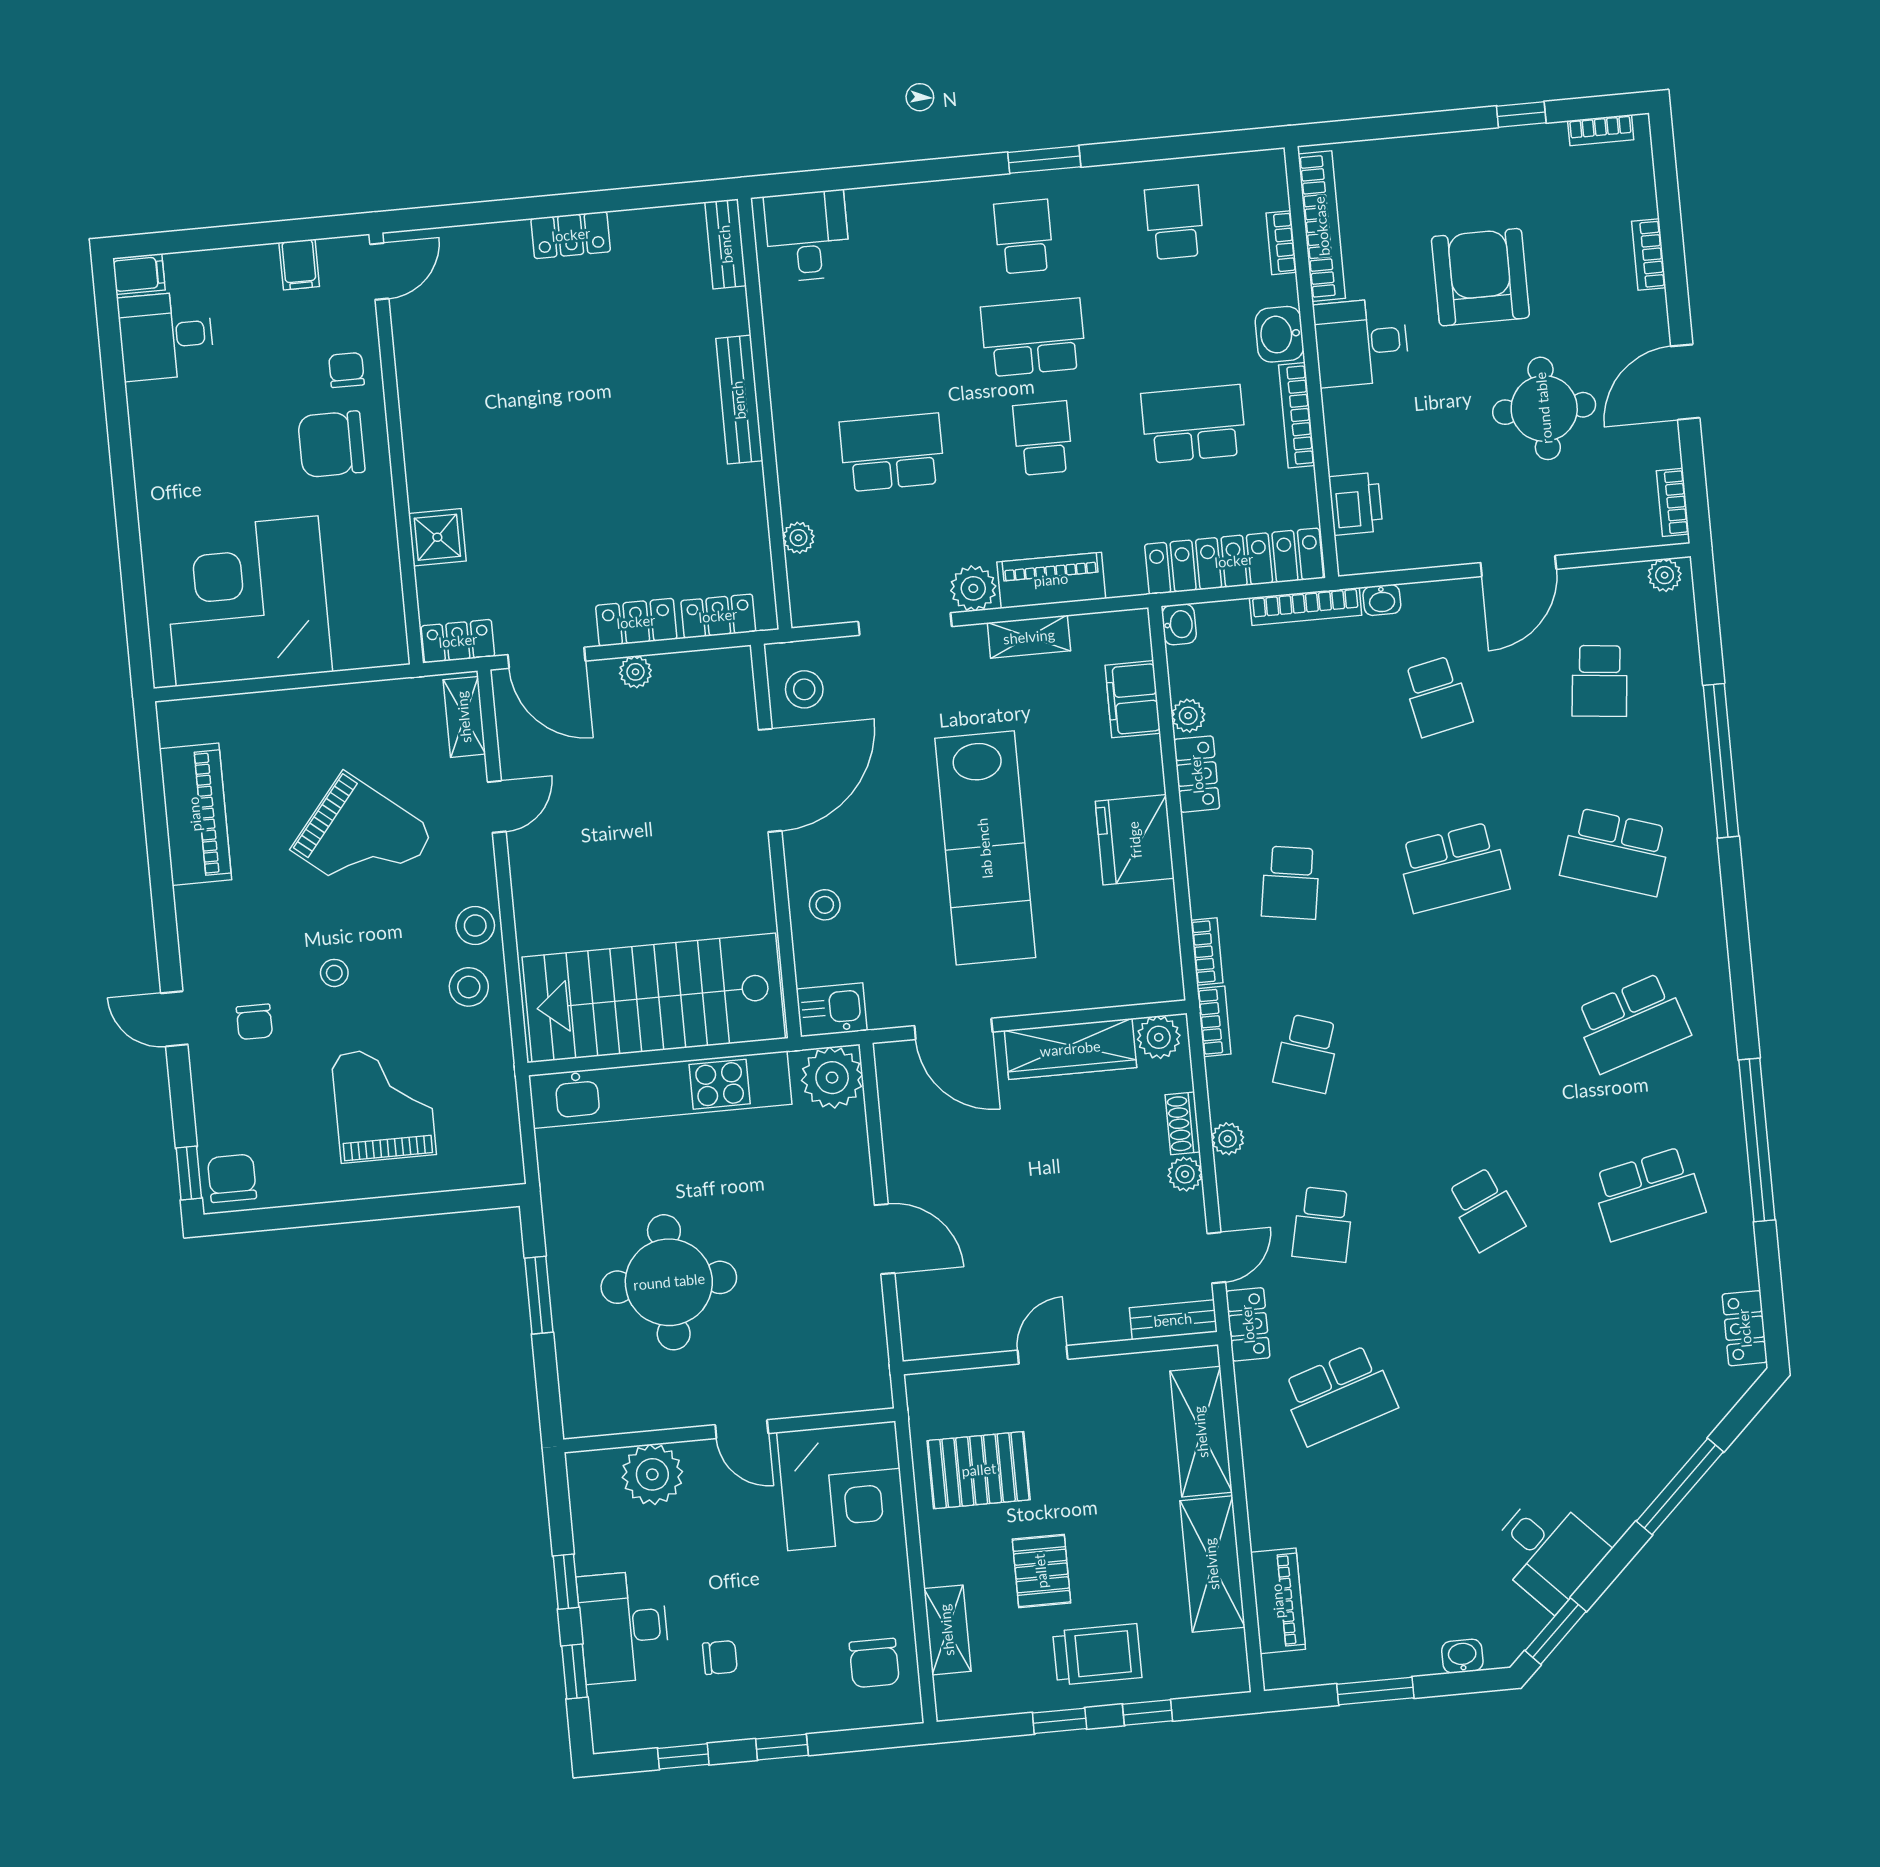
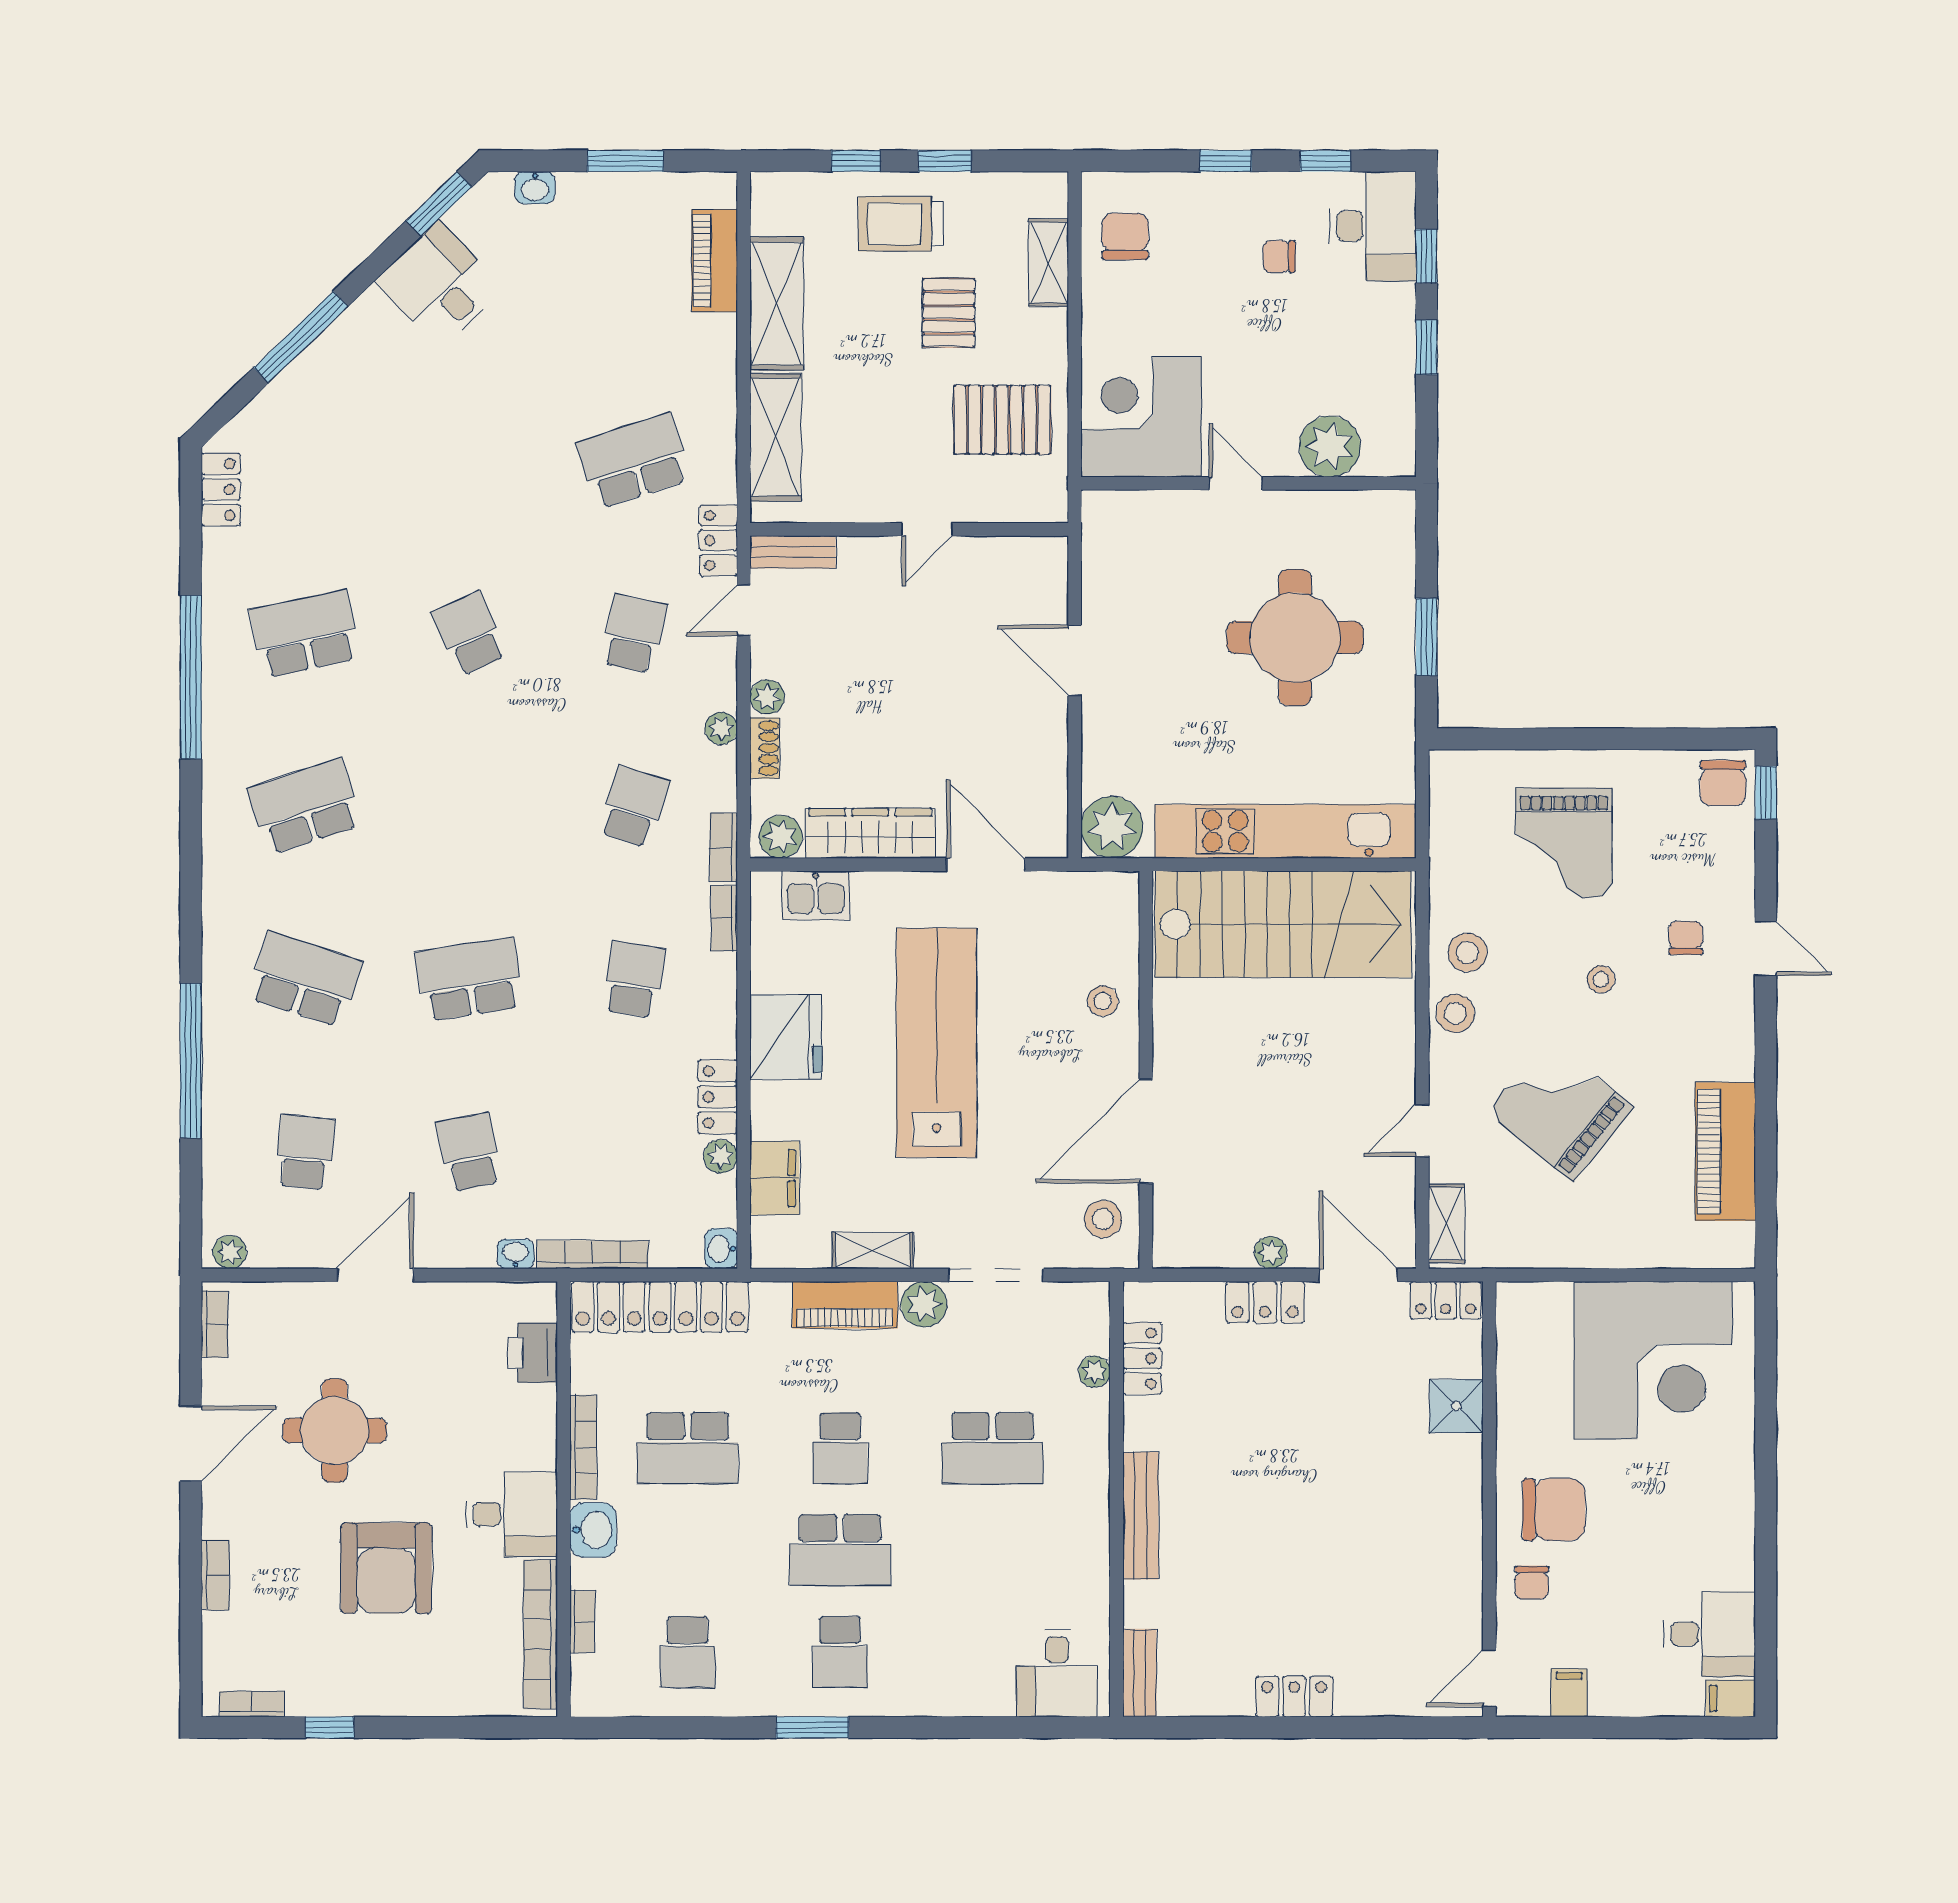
locker: (718, 616) -> (1142, 1358), moved, turned -90
kitchen sink: (832, 1010) -> (816, 895), moved
desk: (623, 1627) -> (1373, 226), moved

